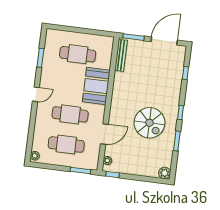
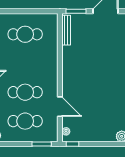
booth: (96, 86) -> (47, 62), removed
spiral stairs: (149, 123) -> (101, 91), removed
door: (104, 134) -> (60, 107), hinge flipped

